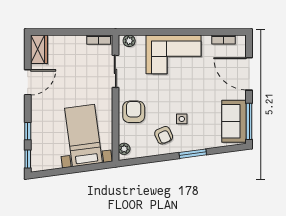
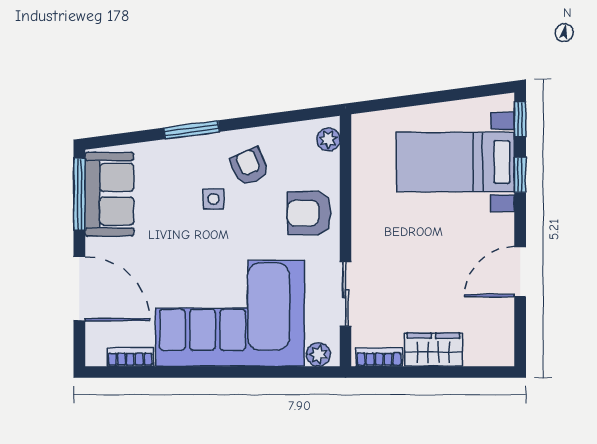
wardrobe: (39, 49) -> (433, 350), moved, turned 90
corner sofa: (173, 54) -> (230, 313), width x1.36, depth x1.36
armchair: (134, 112) -> (309, 213), turned 90
bed with nightstands: (84, 136) -> (455, 162), moved, turned 98

